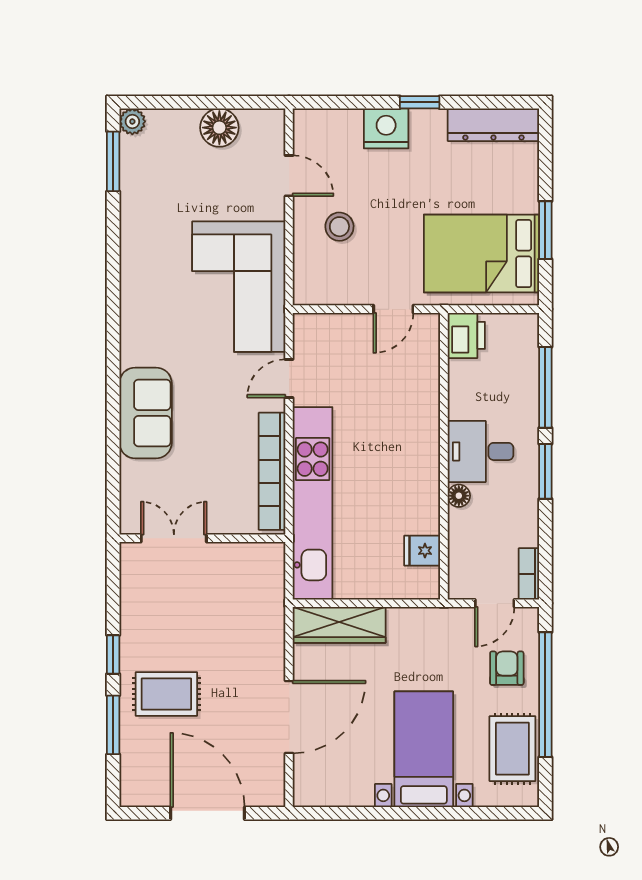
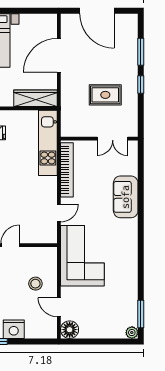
floor lamp: (219, 128) -> (70, 330), moved
kitchen unit: (313, 503) -> (48, 143), width x0.73
rug: (166, 694) -> (105, 95), moved

